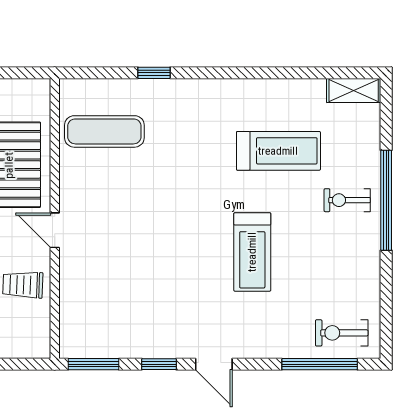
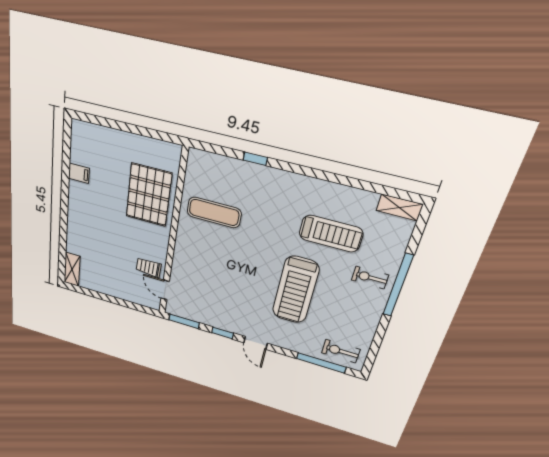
exercise mat: (104, 131) -> (214, 212), moved
door: (55, 230) -> (165, 290), moved
treadmill: (252, 252) -> (296, 290), width x1.37, depth x1.38

